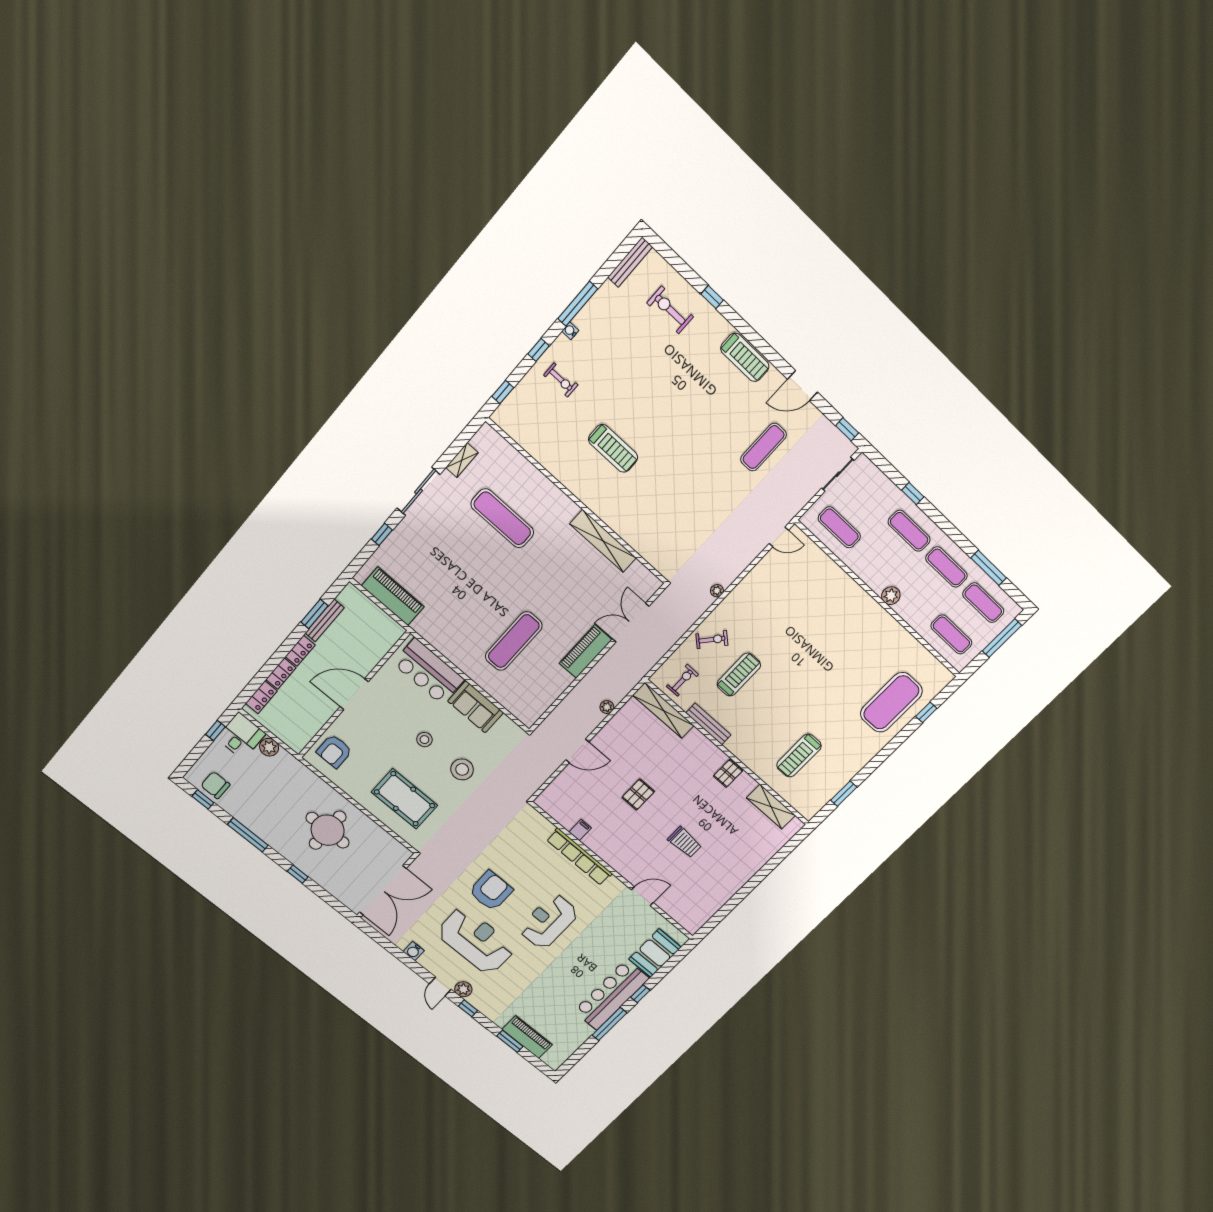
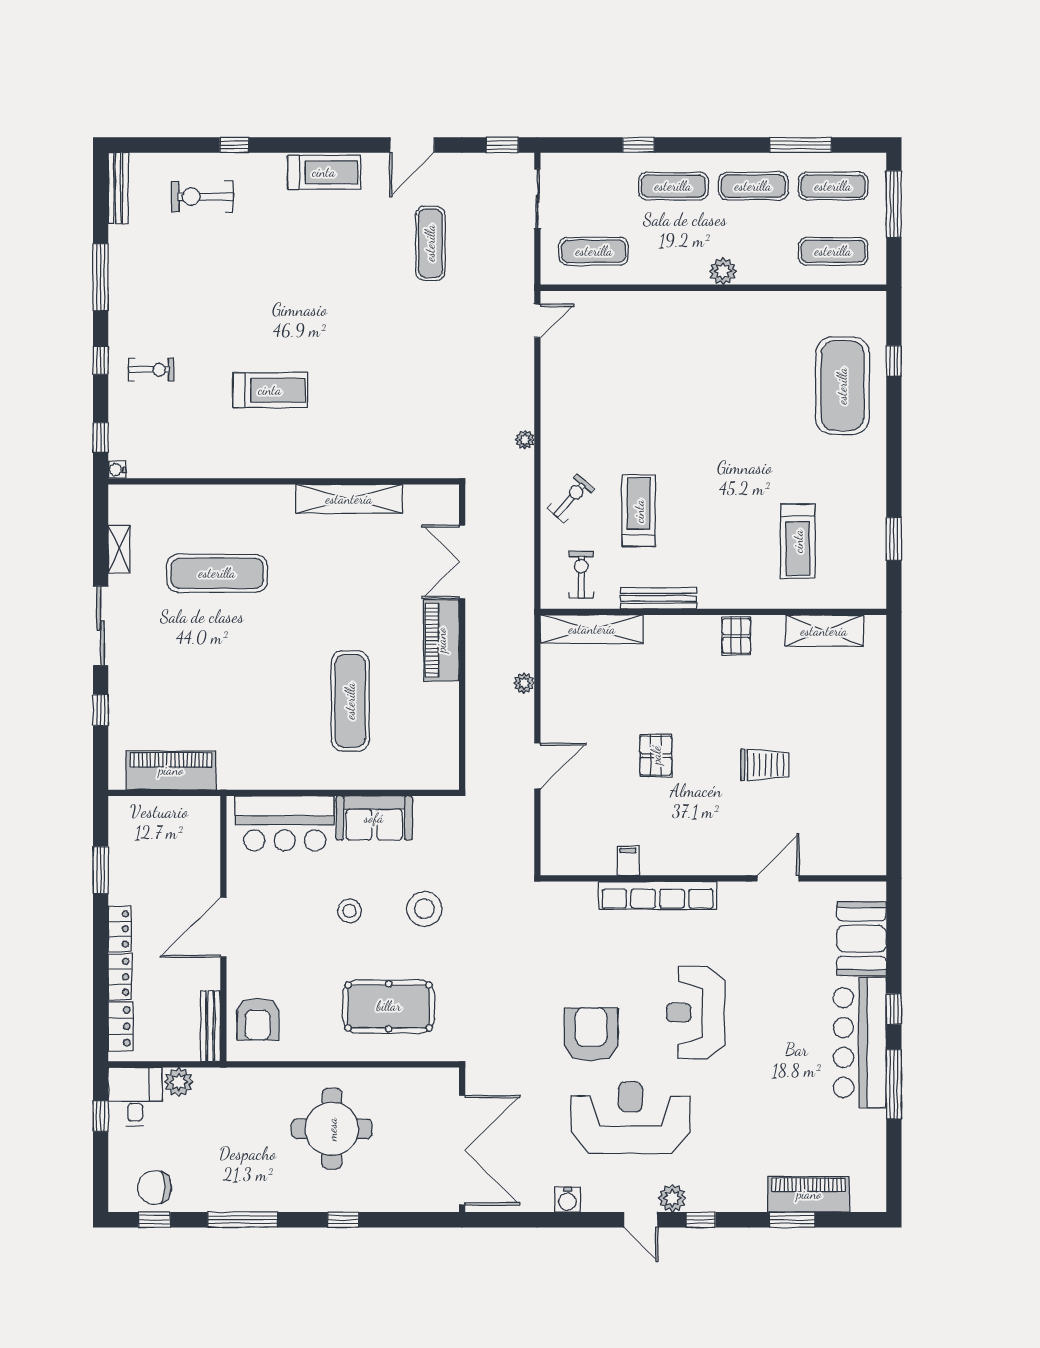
water cooler: (570, 331) -> (117, 470), moved
bench: (325, 620) -> (210, 1026), moved

